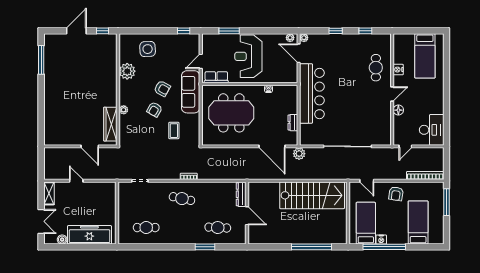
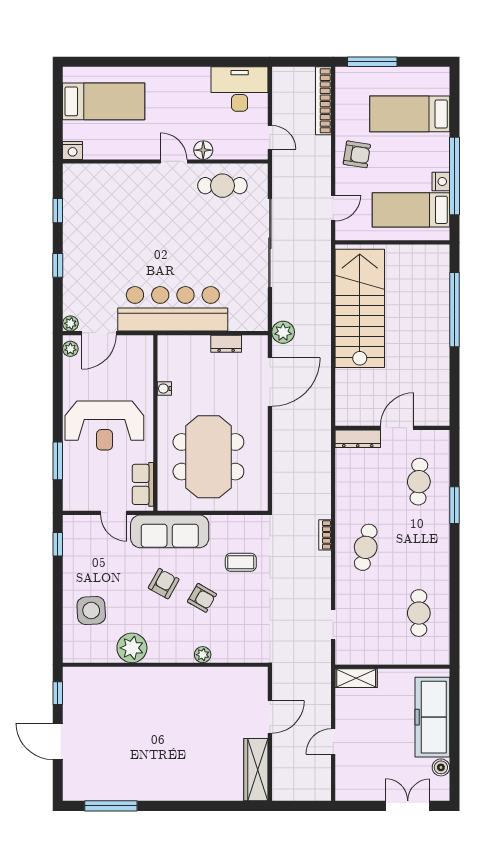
cafe table: (376, 68) -> (222, 186), moved
nightstand: (398, 70) -> (73, 150), moved
wardrobe: (110, 124) -> (256, 770), moved, turned 90
shelving: (49, 193) -> (356, 678), moved

